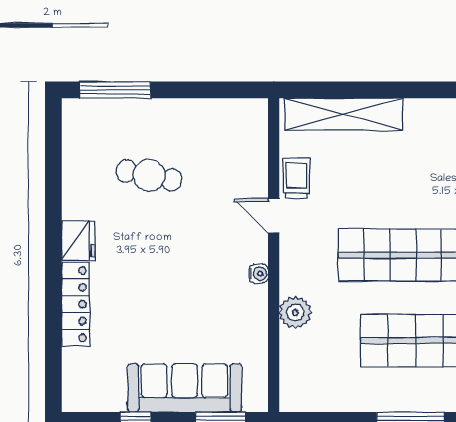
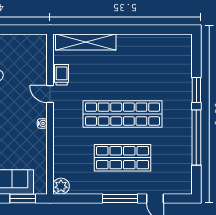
plant: (295, 312) -> (61, 186), moved

